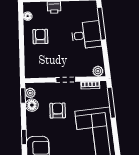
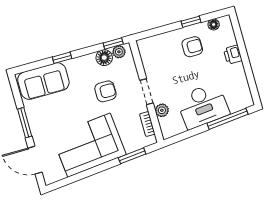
window: (21, 33) -> (191, 22), added
desk: (86, 35) -> (203, 106), width x1.37
plant: (98, 71) -> (162, 110), moved
window: (111, 103) -> (132, 156), width x0.69

